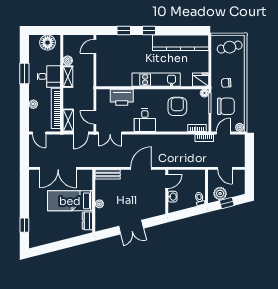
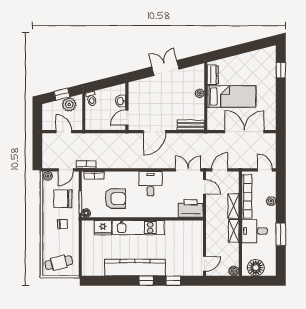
kitchen counter: (181, 43) -> (135, 267), moved
boiler: (68, 60) -> (234, 271), moved
fridge: (201, 80) -> (103, 228), moved
printer: (122, 97) -> (191, 209), moved
armchair: (177, 106) -> (115, 199), turned -90
shelving: (68, 120) -> (233, 206), moved

